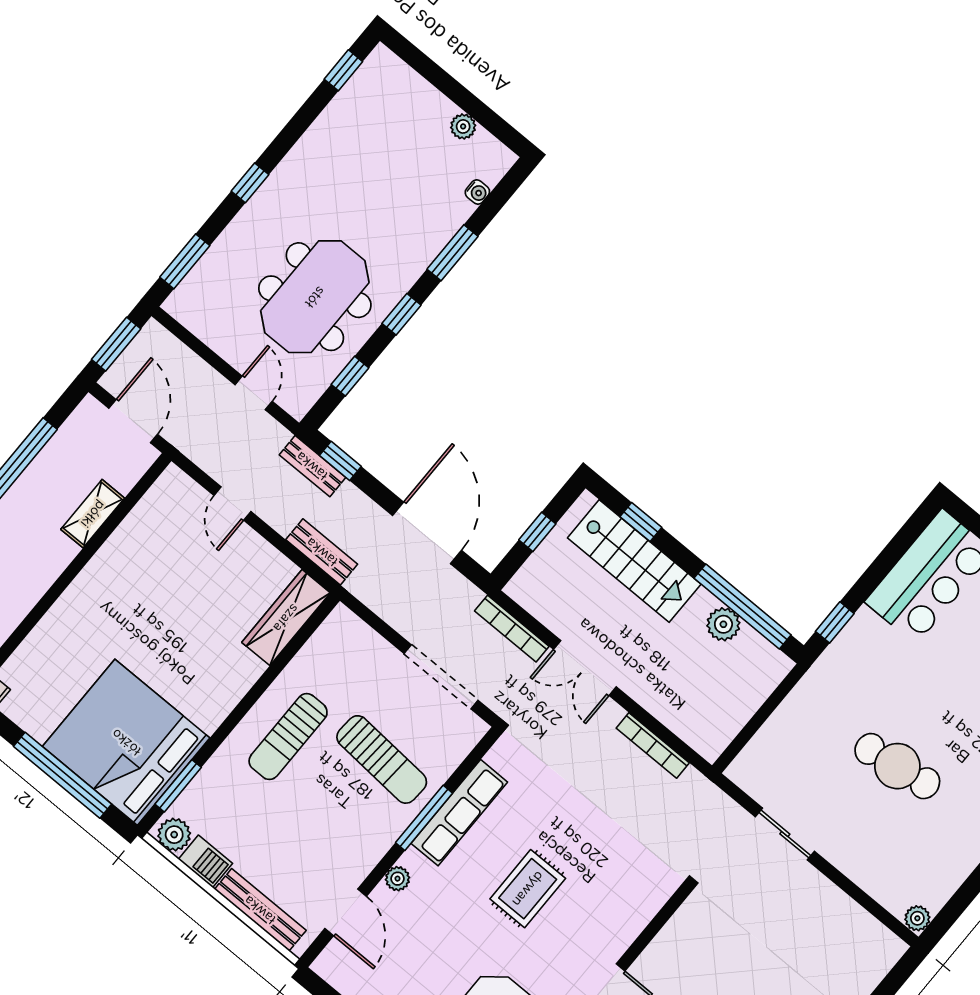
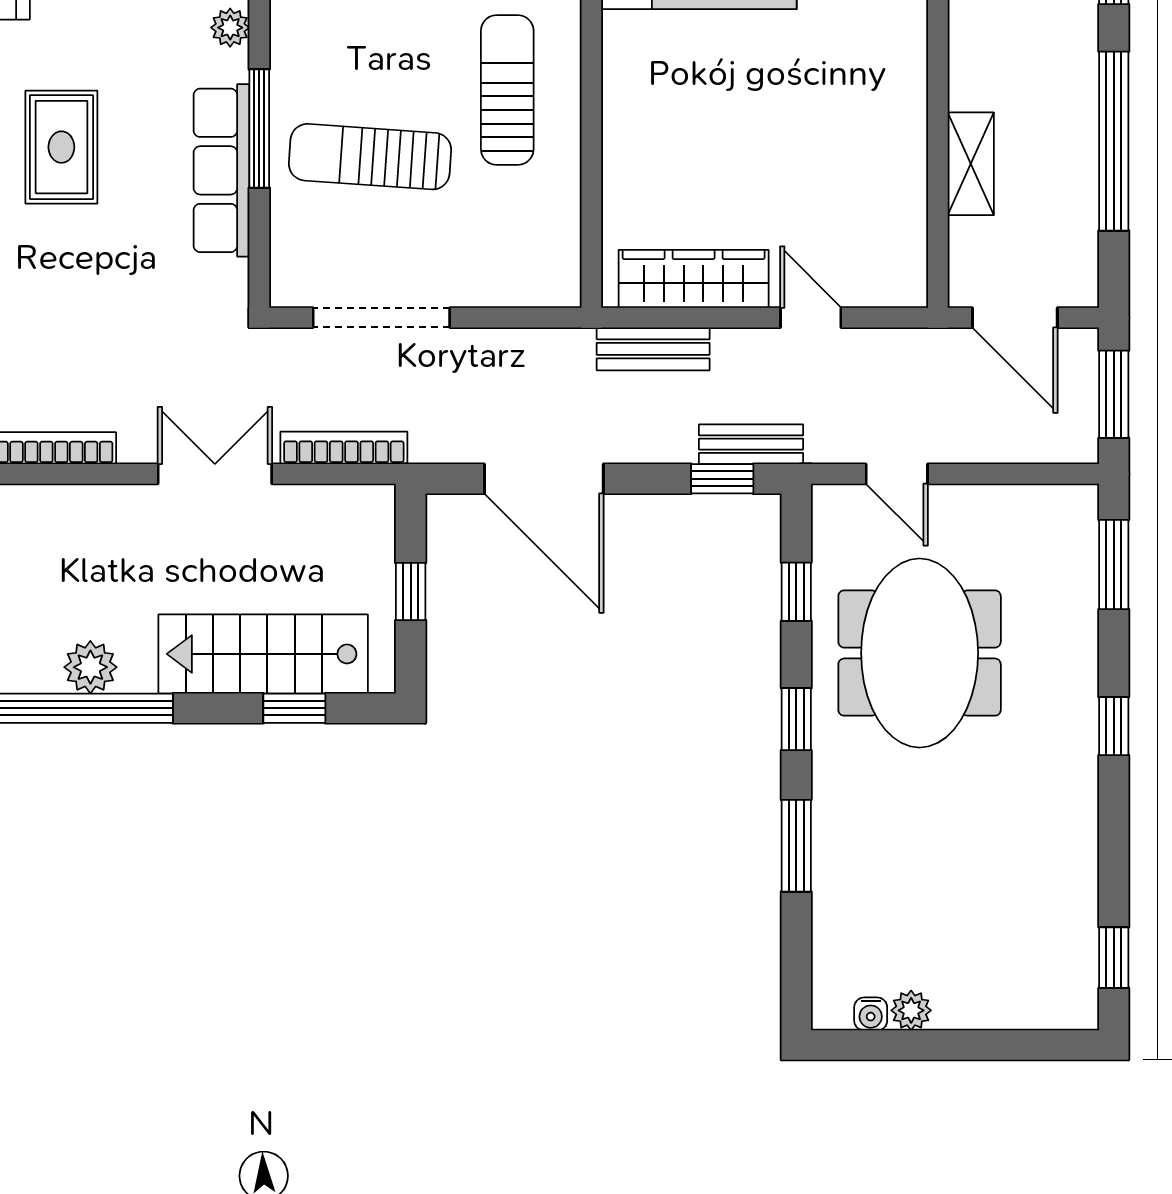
water cooler: (477, 192) -> (871, 1014), moved, turned -90
wardrobe: (286, 618) -> (694, 279), moved, turned -90

